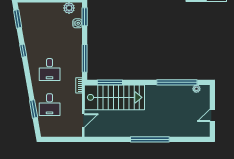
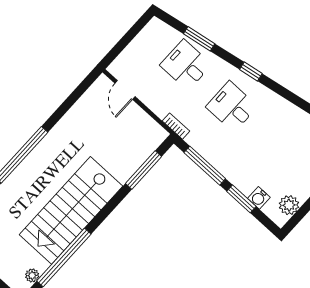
window: (85, 17) -> (241, 199), moved
window: (23, 51) -> (251, 71), moved
stairs: (114, 97) -> (71, 210), moved

